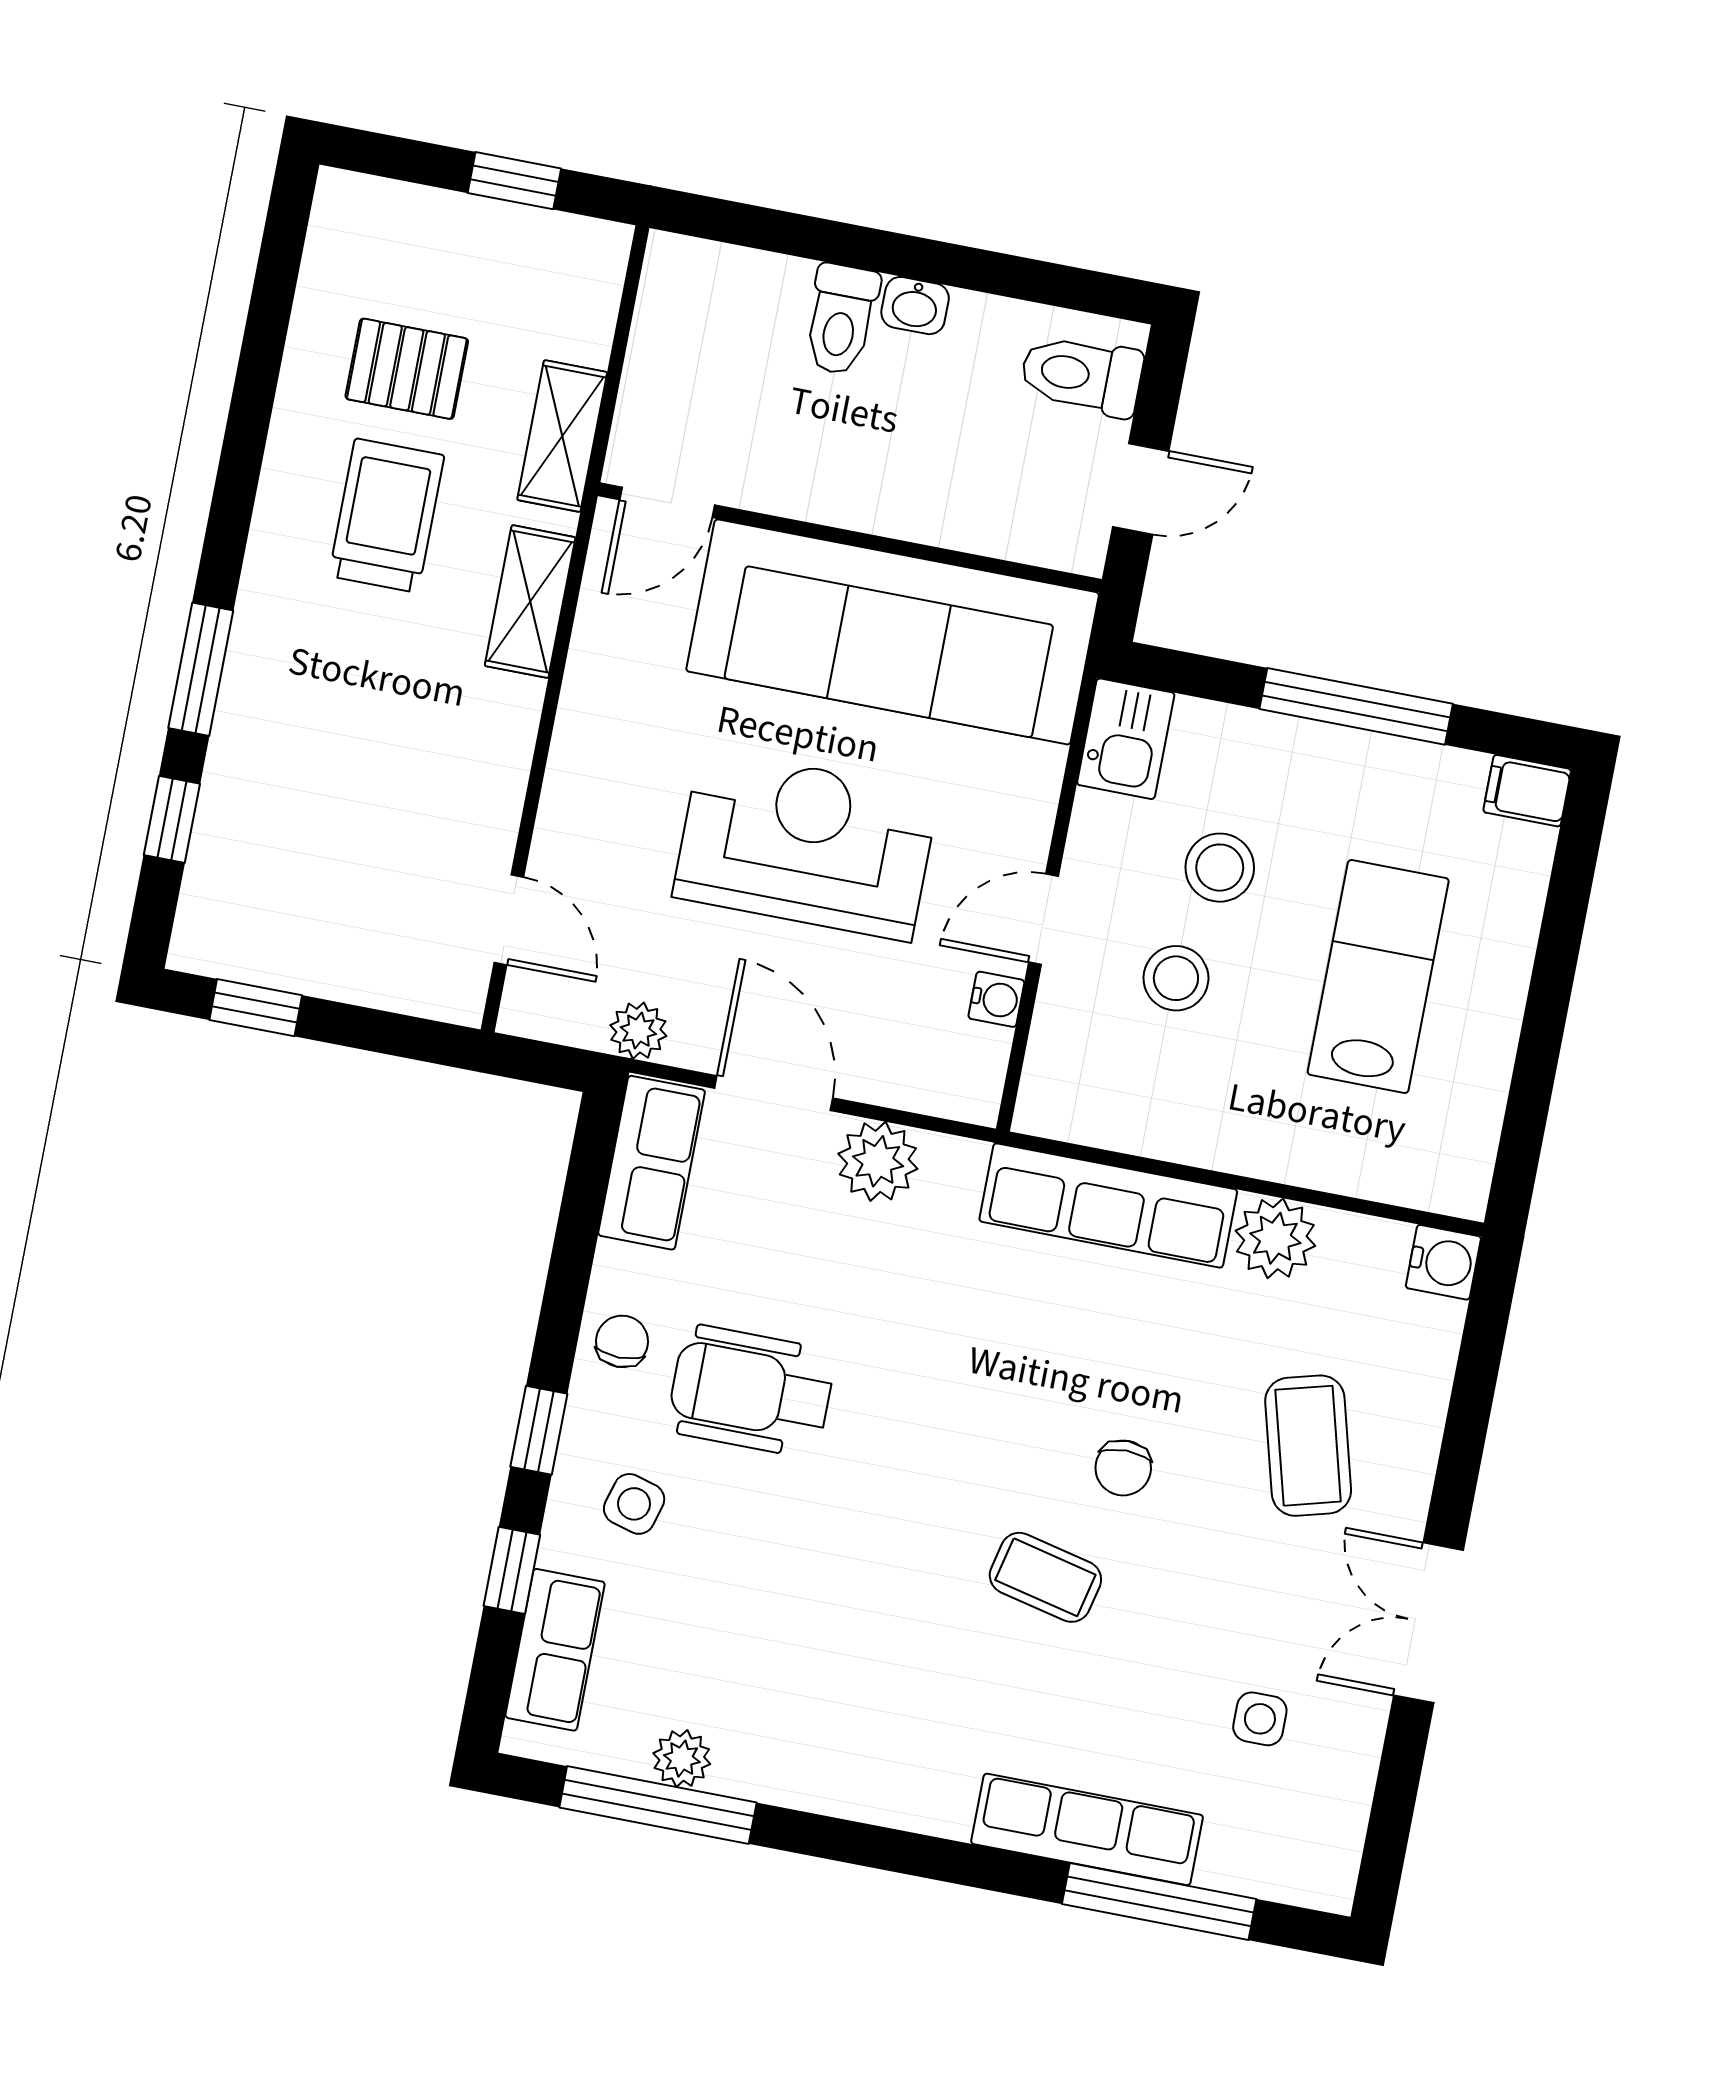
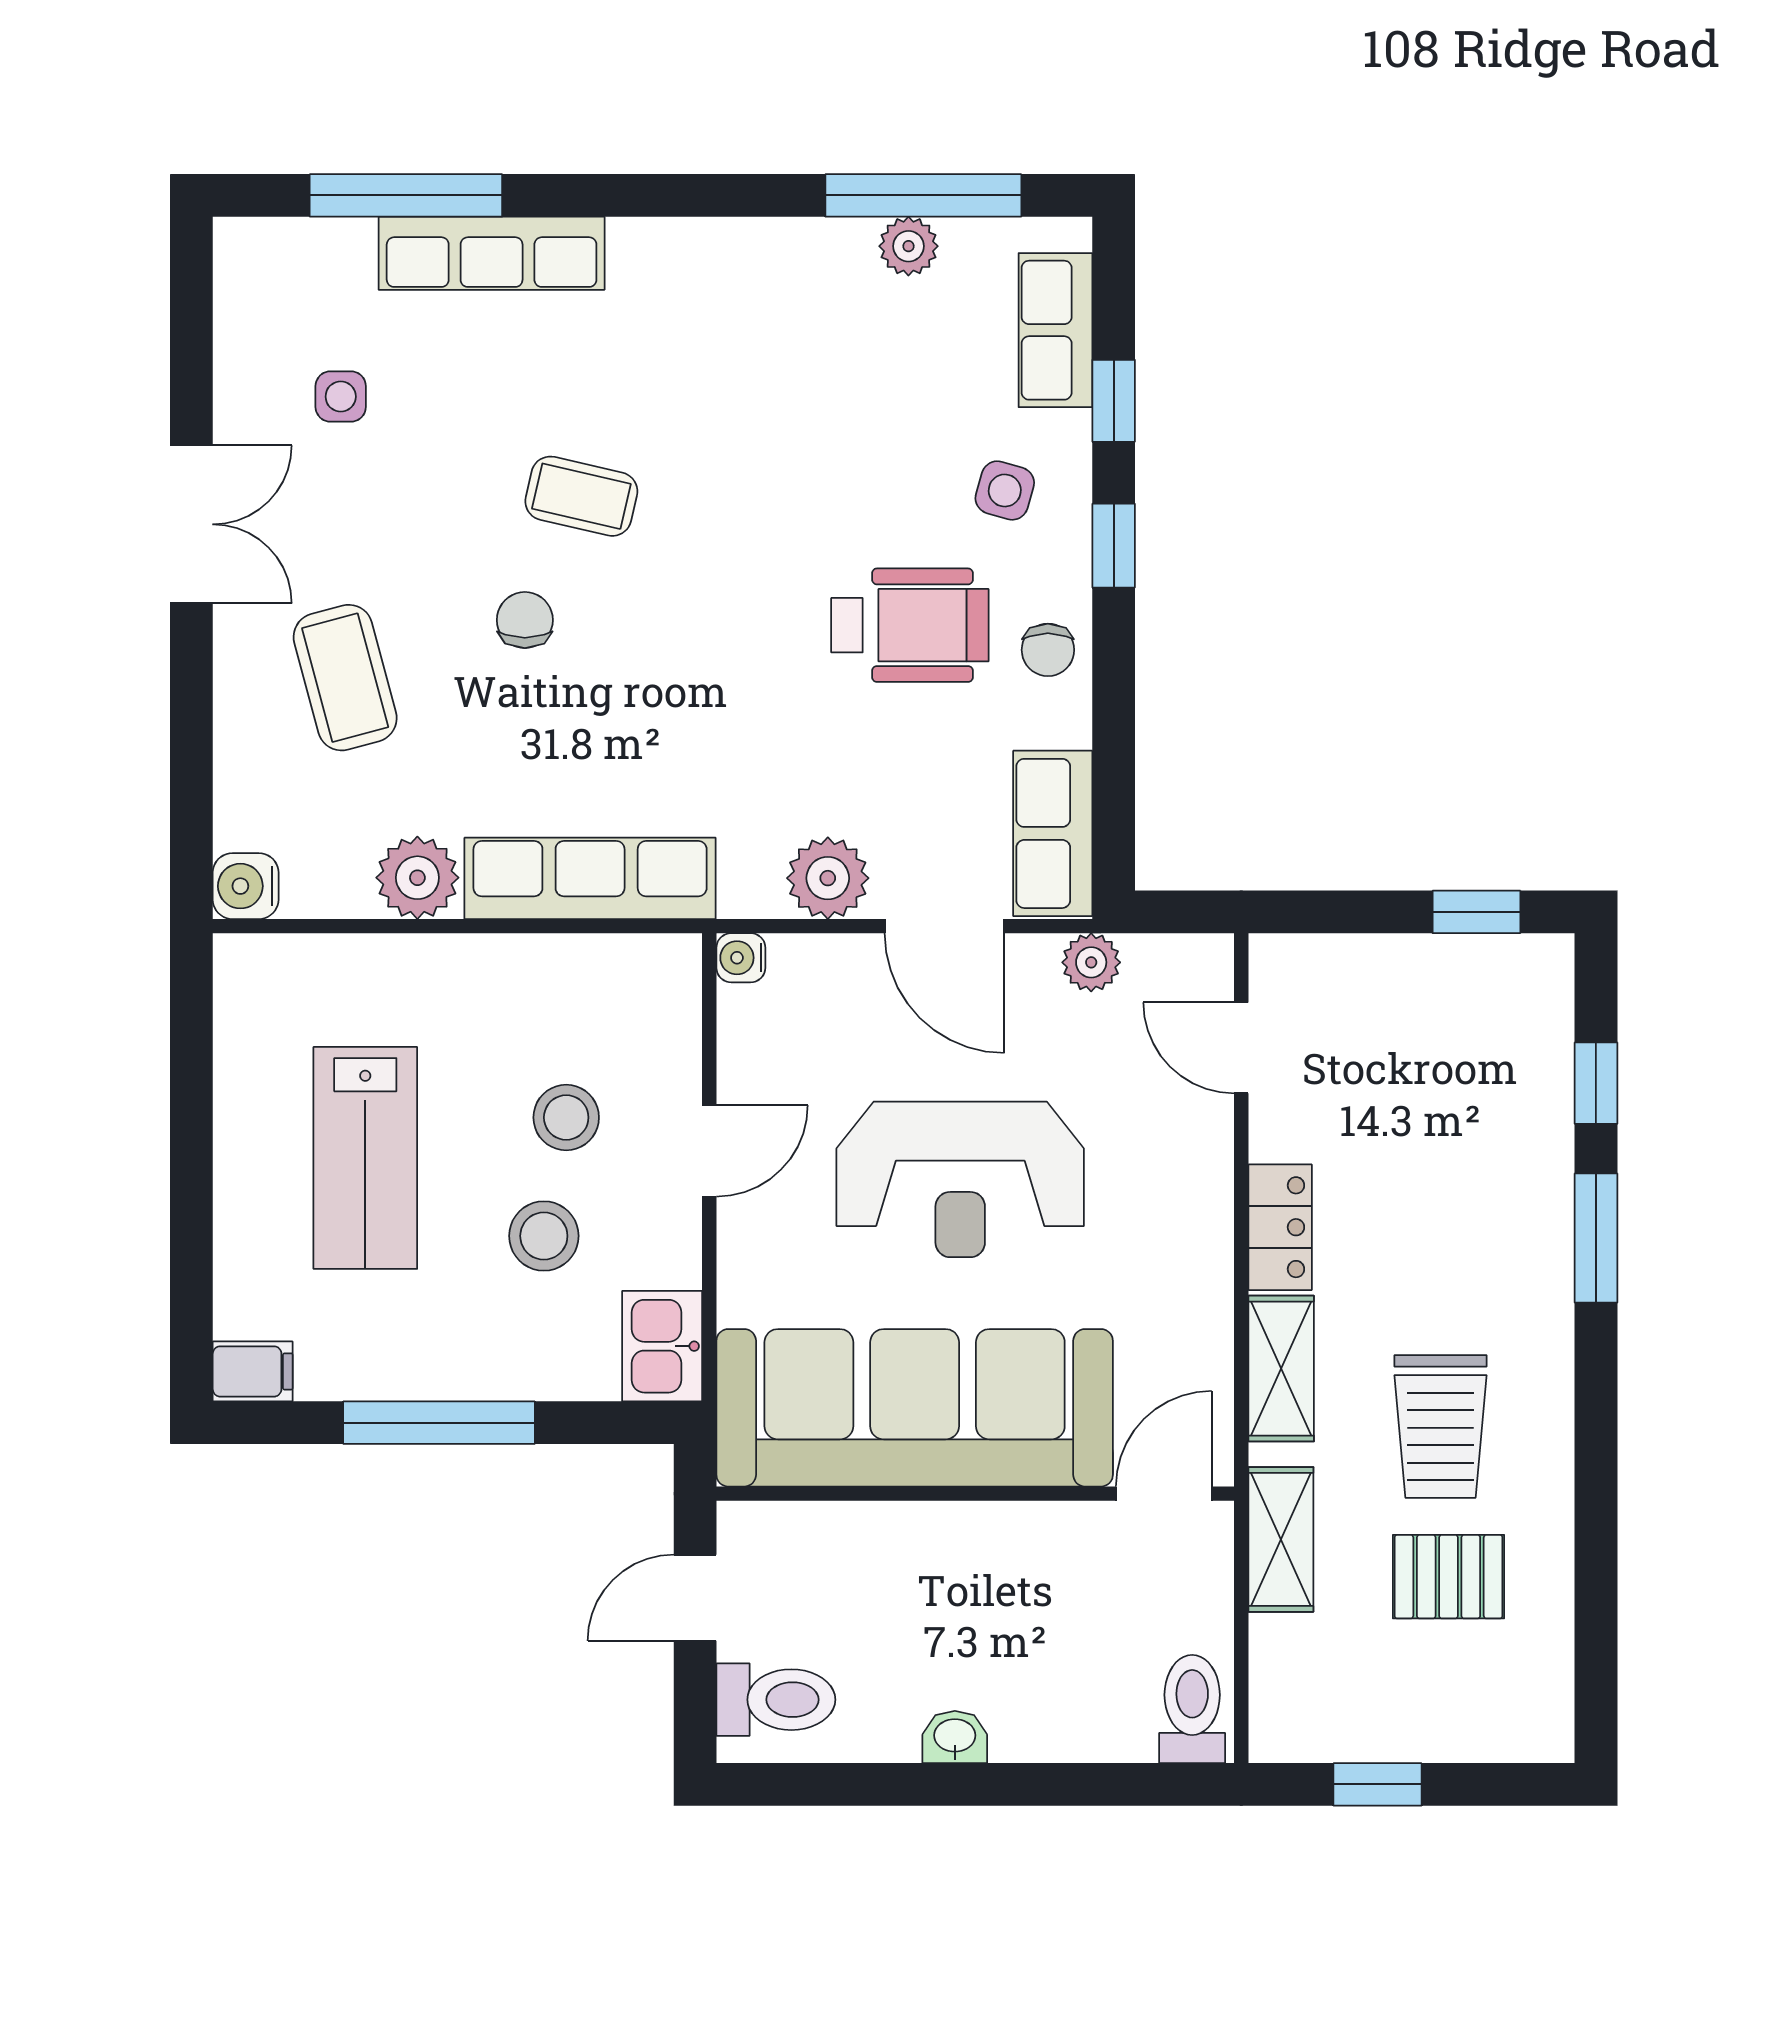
toilet: (841, 319) -> (1192, 1709), moved
locker: (505, 739) -> (1280, 1227), added
water cooler: (996, 999) -> (741, 958), moved

